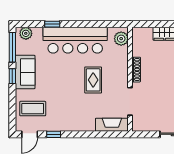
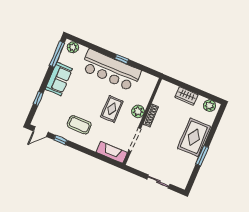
window: (52, 24) -> (122, 59), moved
plant: (121, 39) -> (138, 111), moved
window: (12, 76) -> (38, 99), moved
coffee table: (33, 109) -> (79, 125), moved

